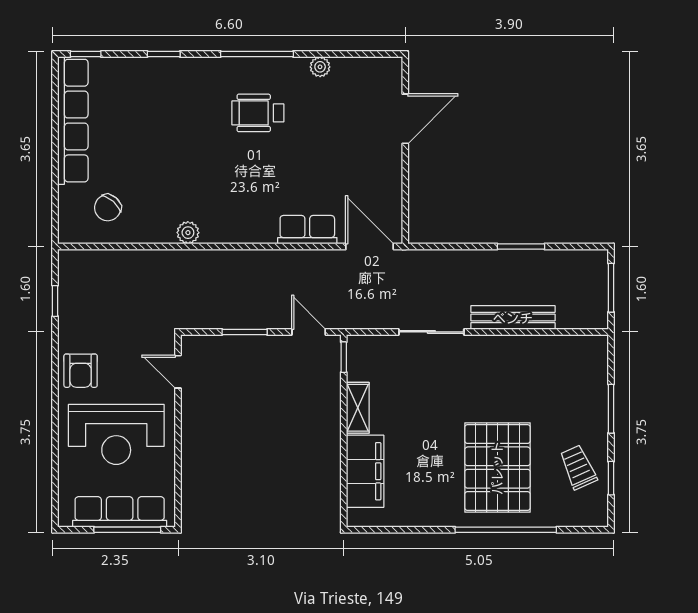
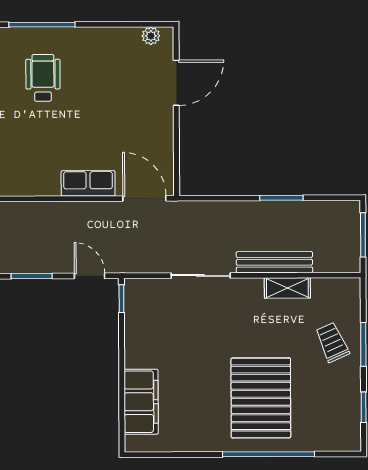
plant: (320, 67) -> (151, 36), moved
wheelchair: (258, 113) -> (43, 78), turned 90
shelving: (358, 408) -> (287, 288), moved, turned 90
trolley: (578, 467) -> (332, 342), moved

